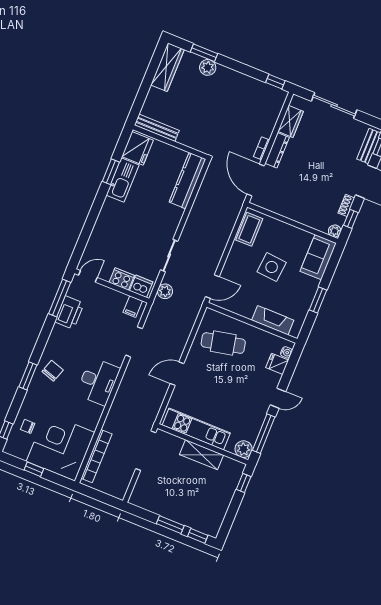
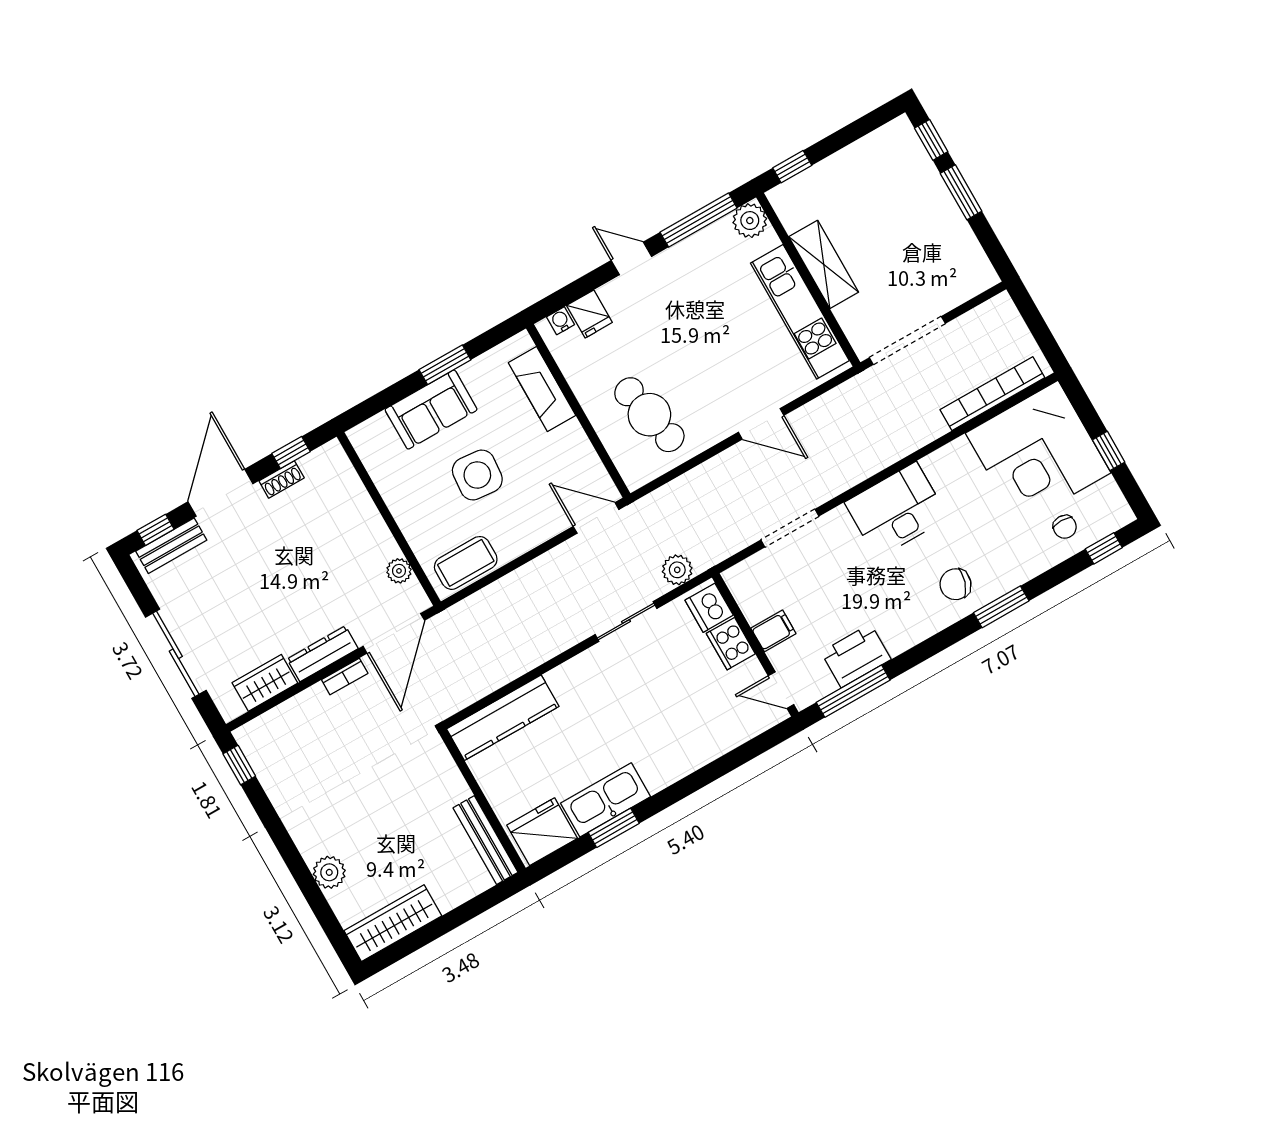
window: (204, 53) -> (317, 901), removed
plant: (335, 231) -> (399, 571), moved
sofa: (318, 257) -> (431, 410), moved
filing cabinet: (133, 307) -> (773, 631), moved

